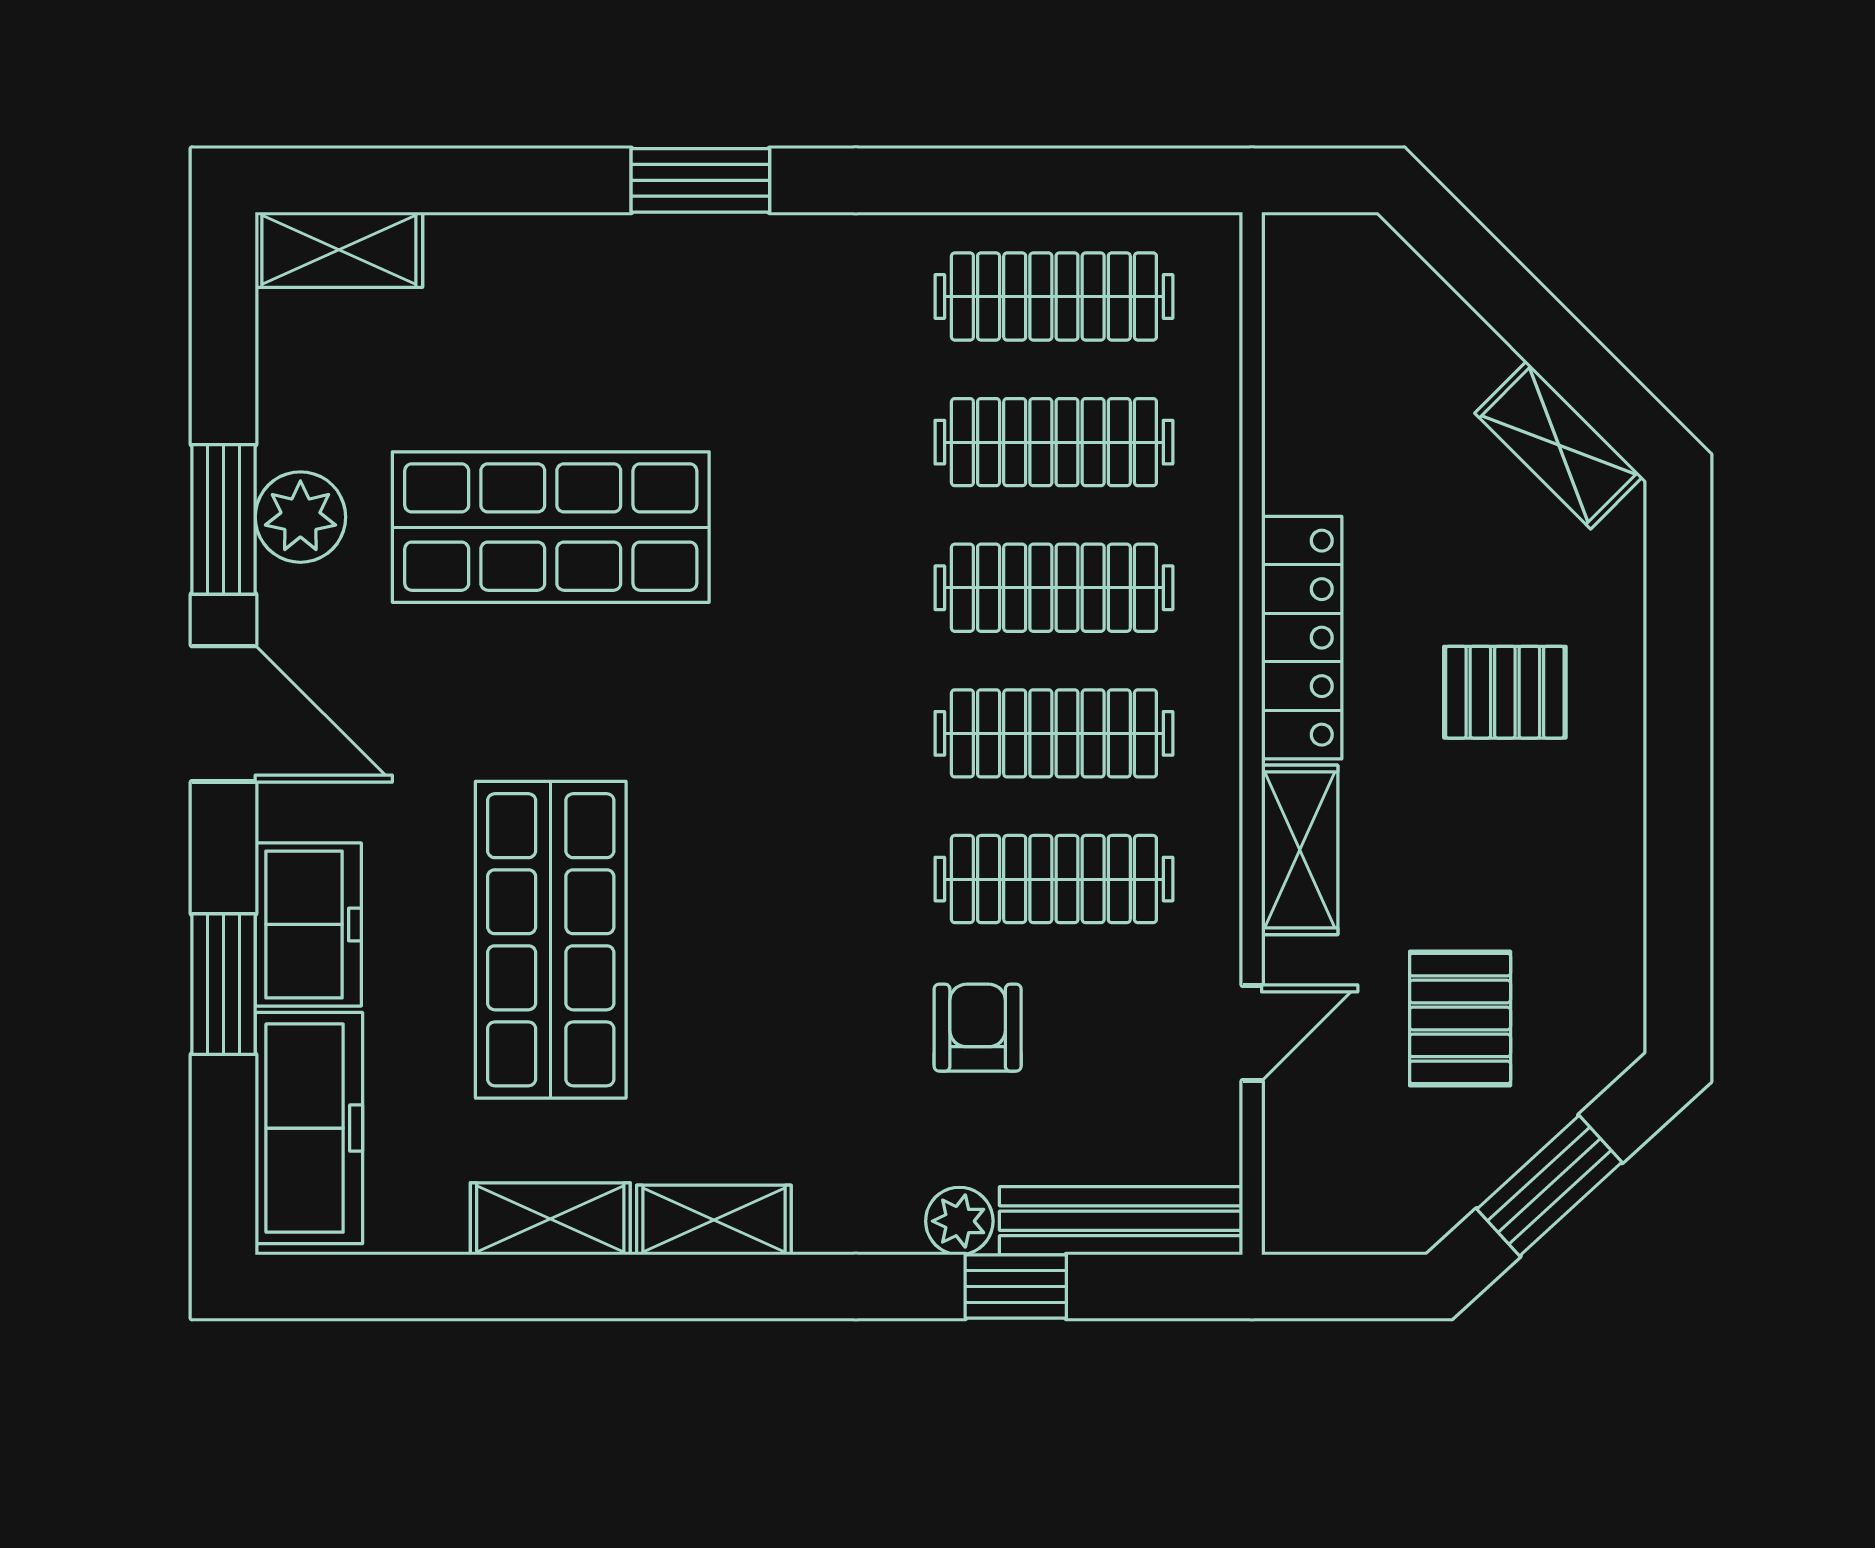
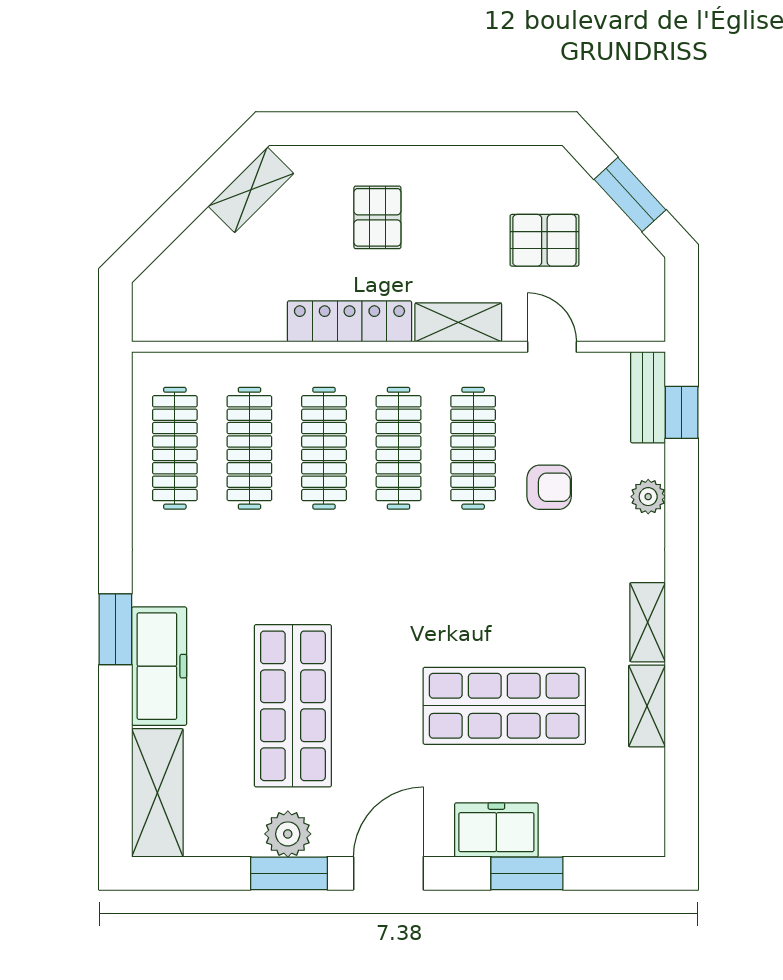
shelving: (339, 250) -> (157, 793), width x1.50, depth x1.33
armchair: (978, 1028) -> (549, 487), turned 180
freezer: (309, 1128) -> (159, 666), moved, turned 90
bench: (1121, 1221) -> (648, 397), width x0.73
window: (1016, 1286) -> (682, 412), moved

